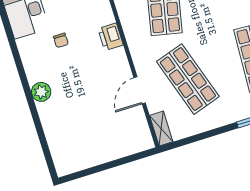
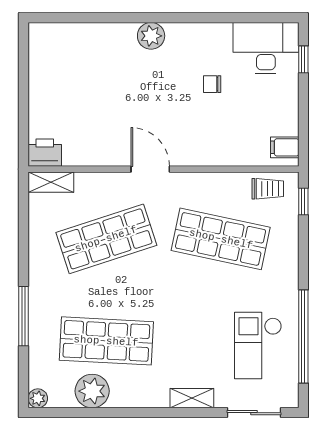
printer: (111, 37) -> (45, 153), moved
door: (140, 90) -> (150, 169), moved

